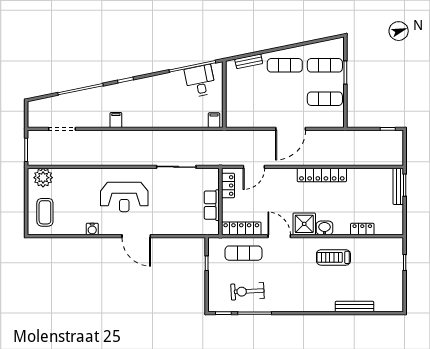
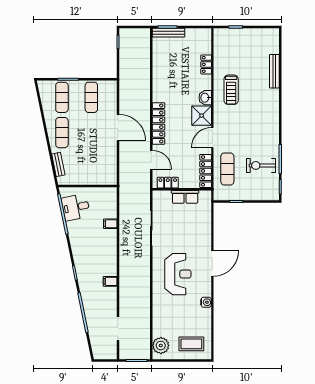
filing cabinet: (214, 120) -> (110, 224), moved
locker: (322, 175) -> (158, 123), moved
exercise bike: (247, 291) -> (261, 165), turned 93

